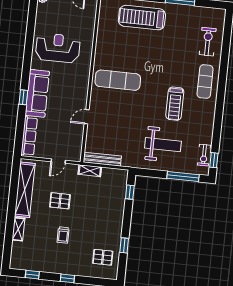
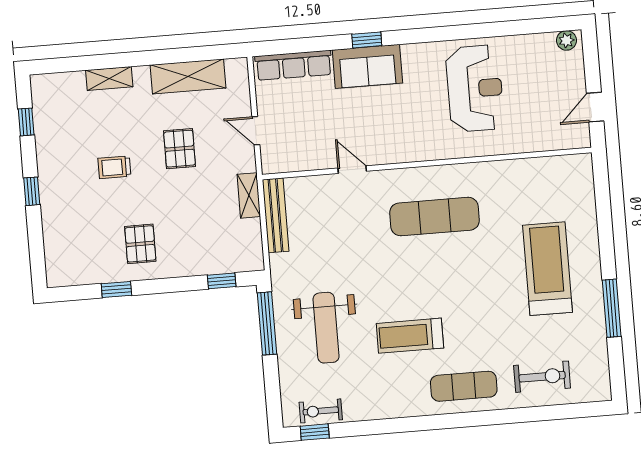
treadmill: (142, 18) -> (547, 269), moved
exercise mat: (118, 80) -> (434, 217), turned 90
sofa: (37, 93) -> (367, 66), width x0.73
window: (183, 177) -> (267, 323), moved
shelving: (25, 190) -> (188, 76), width x0.68
pallet: (103, 257) -> (140, 244), moved

